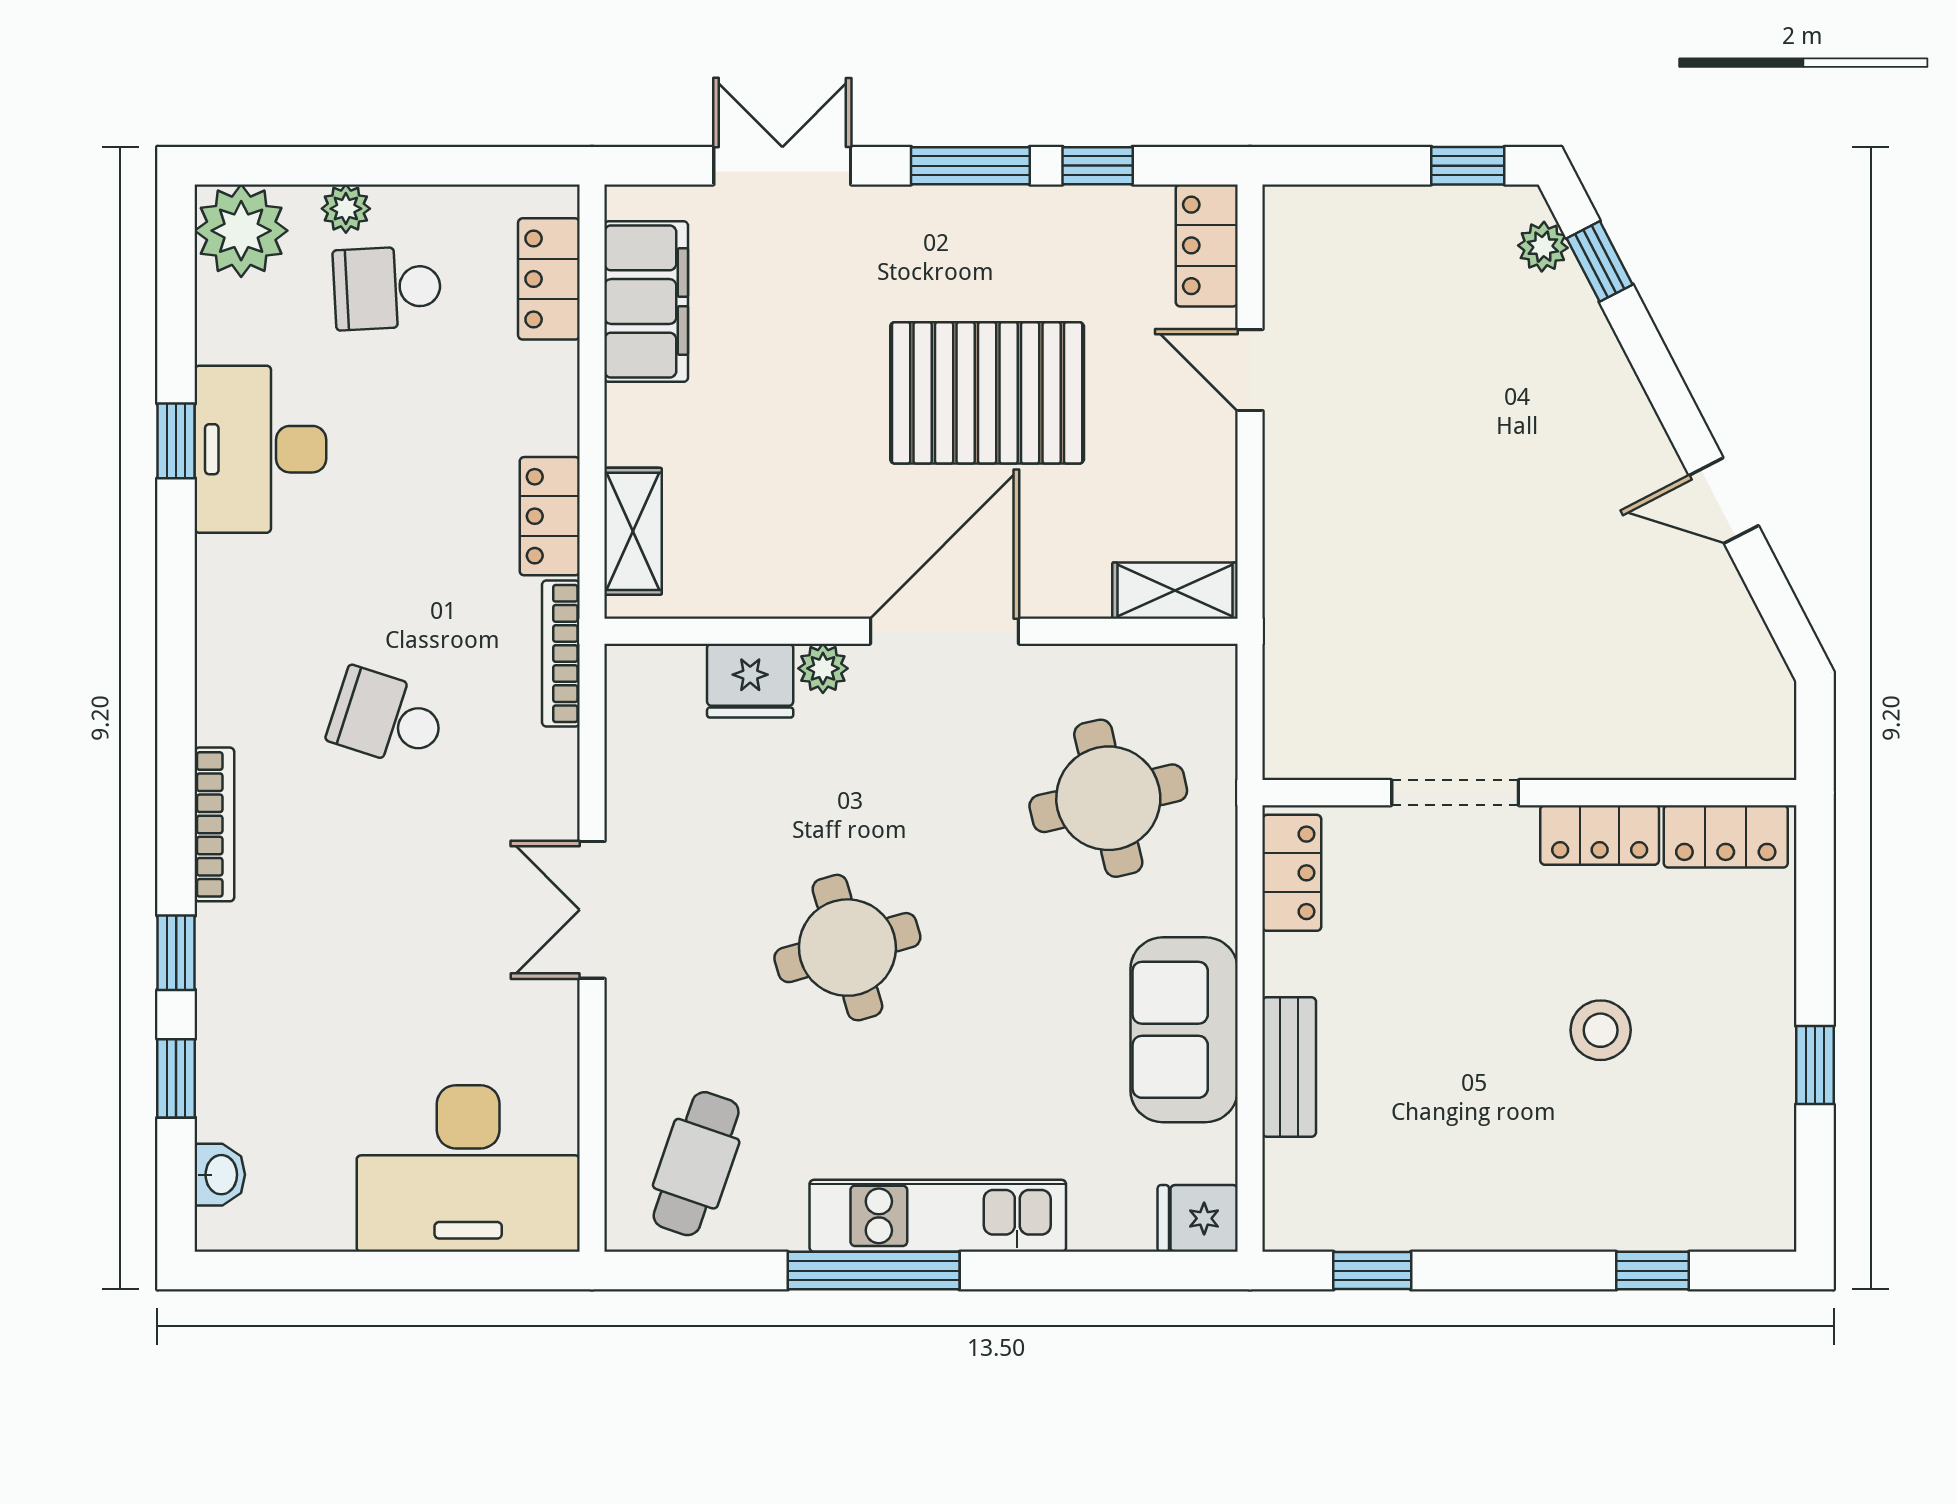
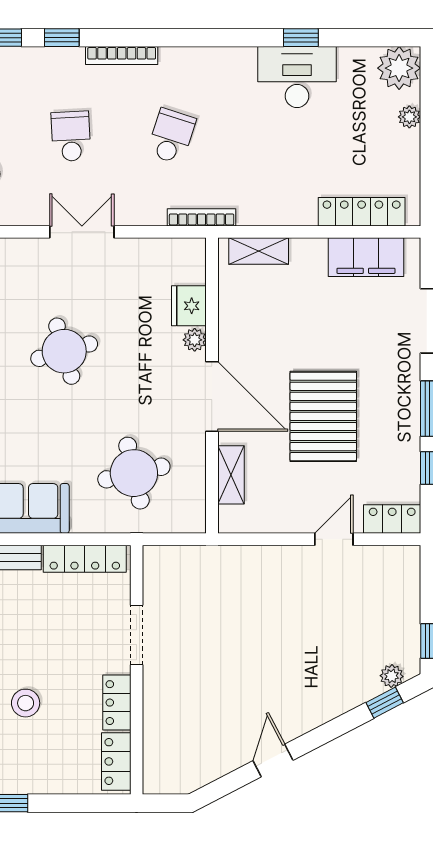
locker: (549, 279) -> (362, 212), width x1.53
school desk: (387, 288) -> (71, 136), moved
locker: (550, 516) -> (266, 212), removed
shelving: (1175, 591) -> (231, 475), moved
locker: (1292, 873) -> (85, 559), width x1.53

